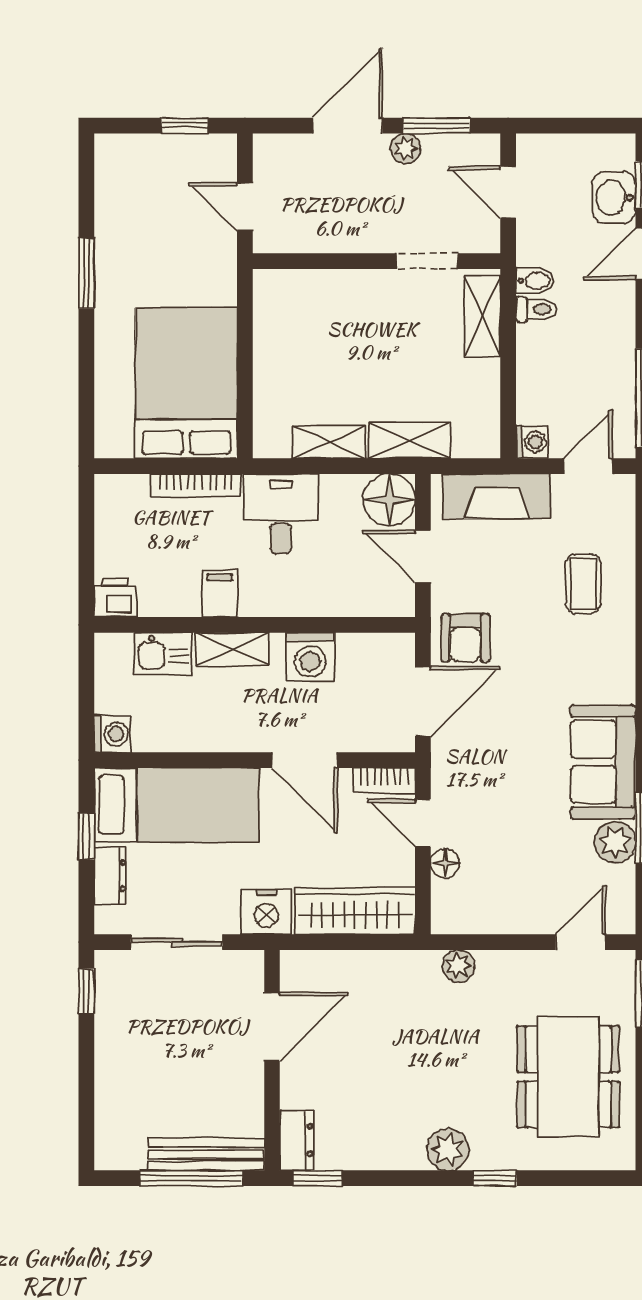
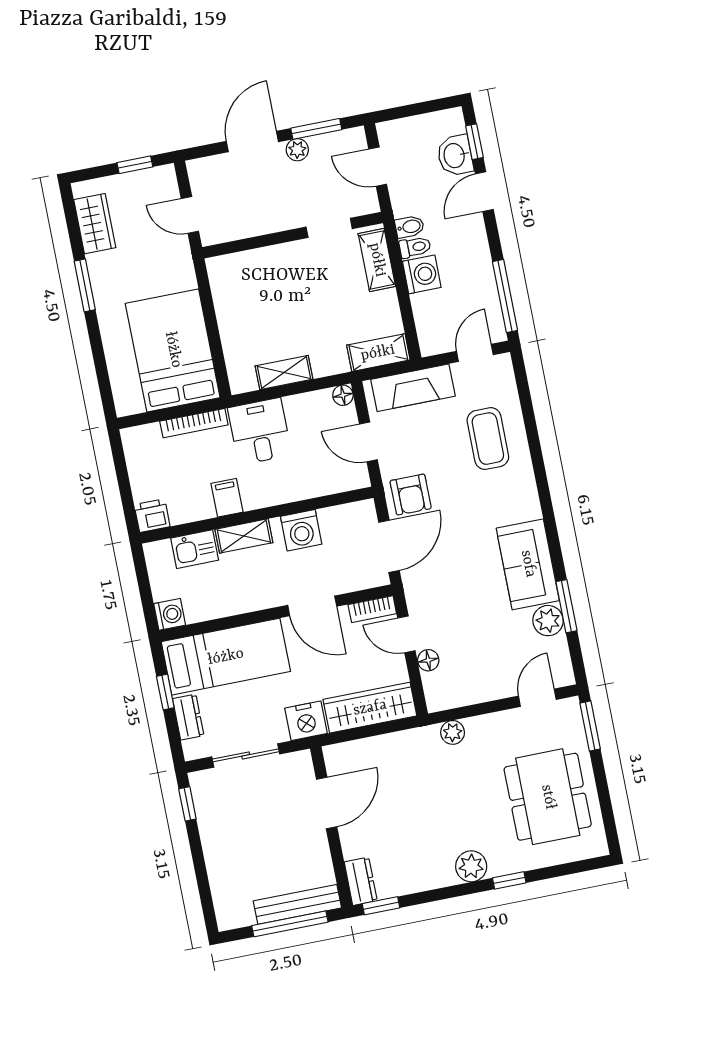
wardrobe: (116, 194) -> (95, 224), added
shelving: (409, 440) -> (378, 353), moved
washing machine: (532, 442) -> (422, 274), moved, width x1.38, depth x1.38
floor lamp: (389, 500) -> (343, 395), width x0.53, depth x0.53
coffee table: (583, 584) -> (488, 439), width x1.36, depth x1.30

